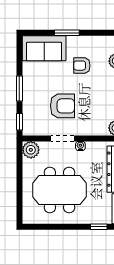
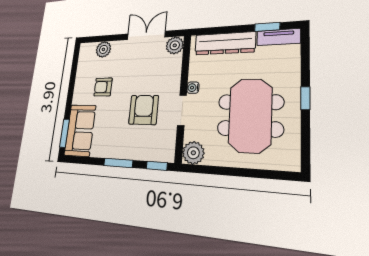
window: (67, 33) -> (64, 133), moved
armchair: (82, 66) -> (103, 87), turned 90
window: (99, 227) -> (305, 98), moved

